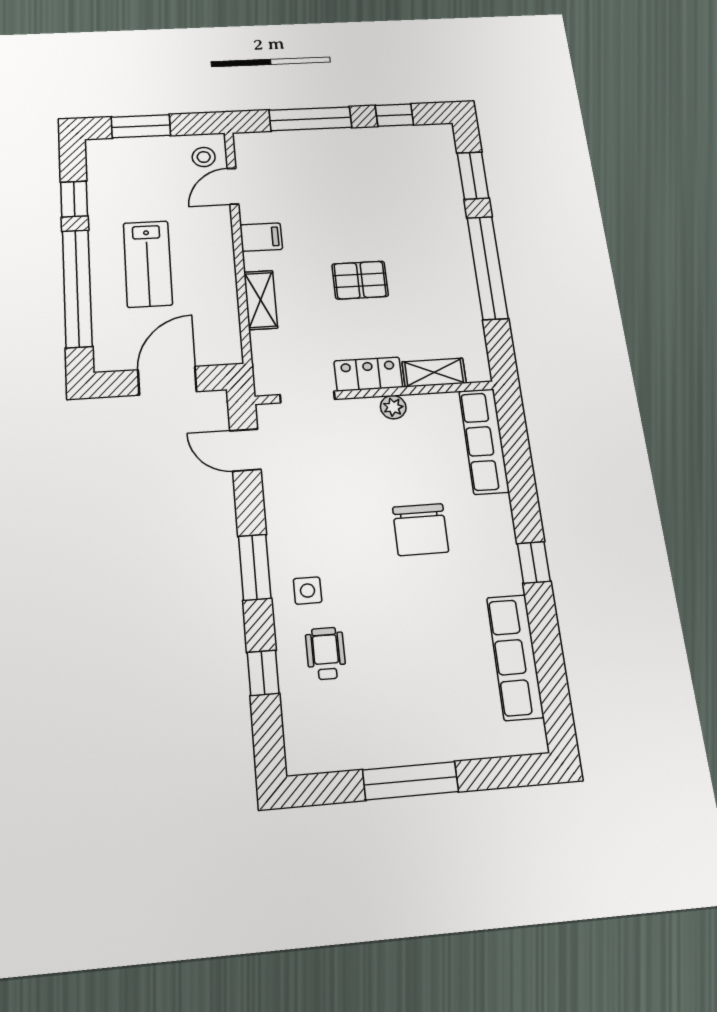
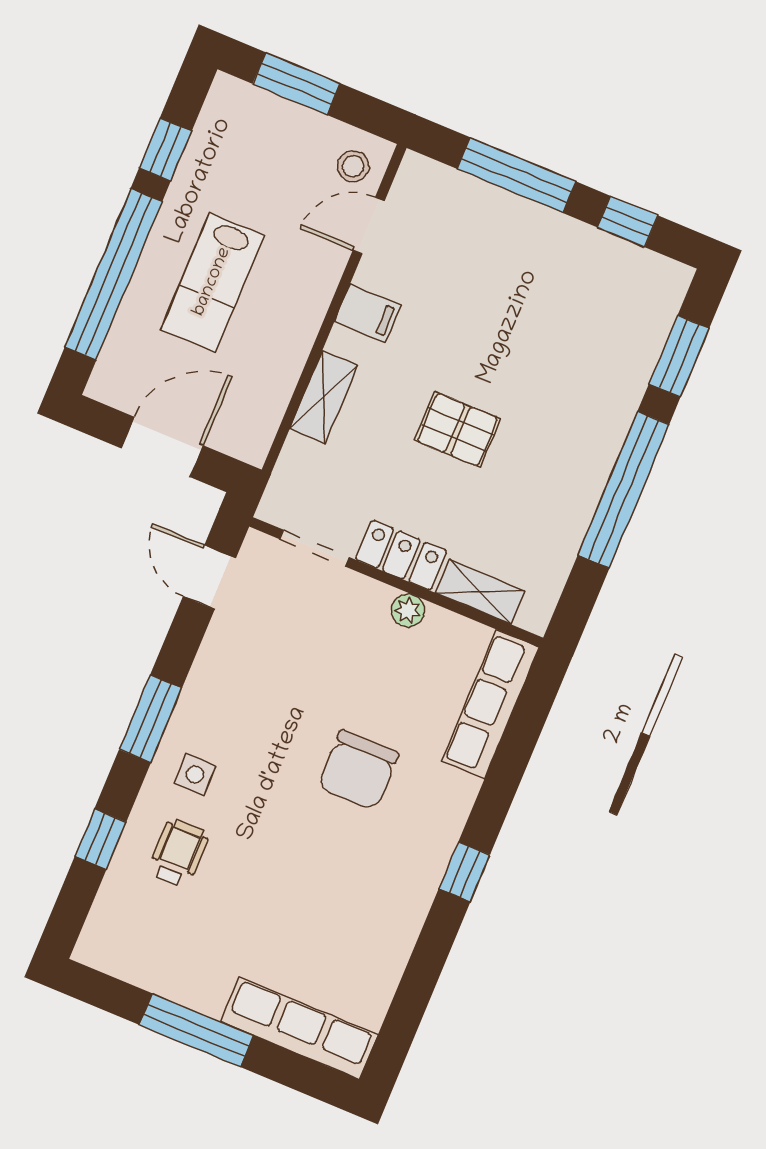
row of seats: (515, 657) -> (299, 1028), moved, turned 90

